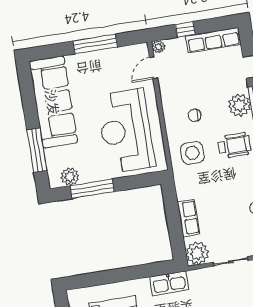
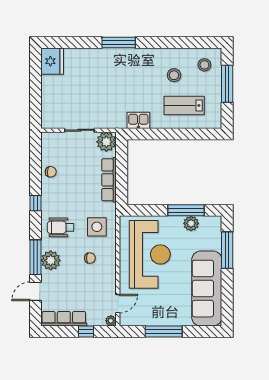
plant: (70, 177) -> (191, 223), moved
row of seats: (188, 218) -> (109, 180), width x1.48
kitchen sink: (169, 283) -> (138, 120), width x0.73

